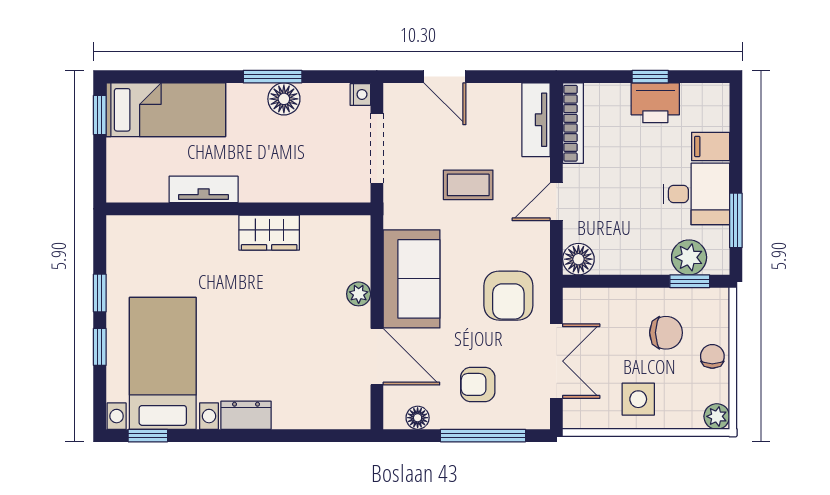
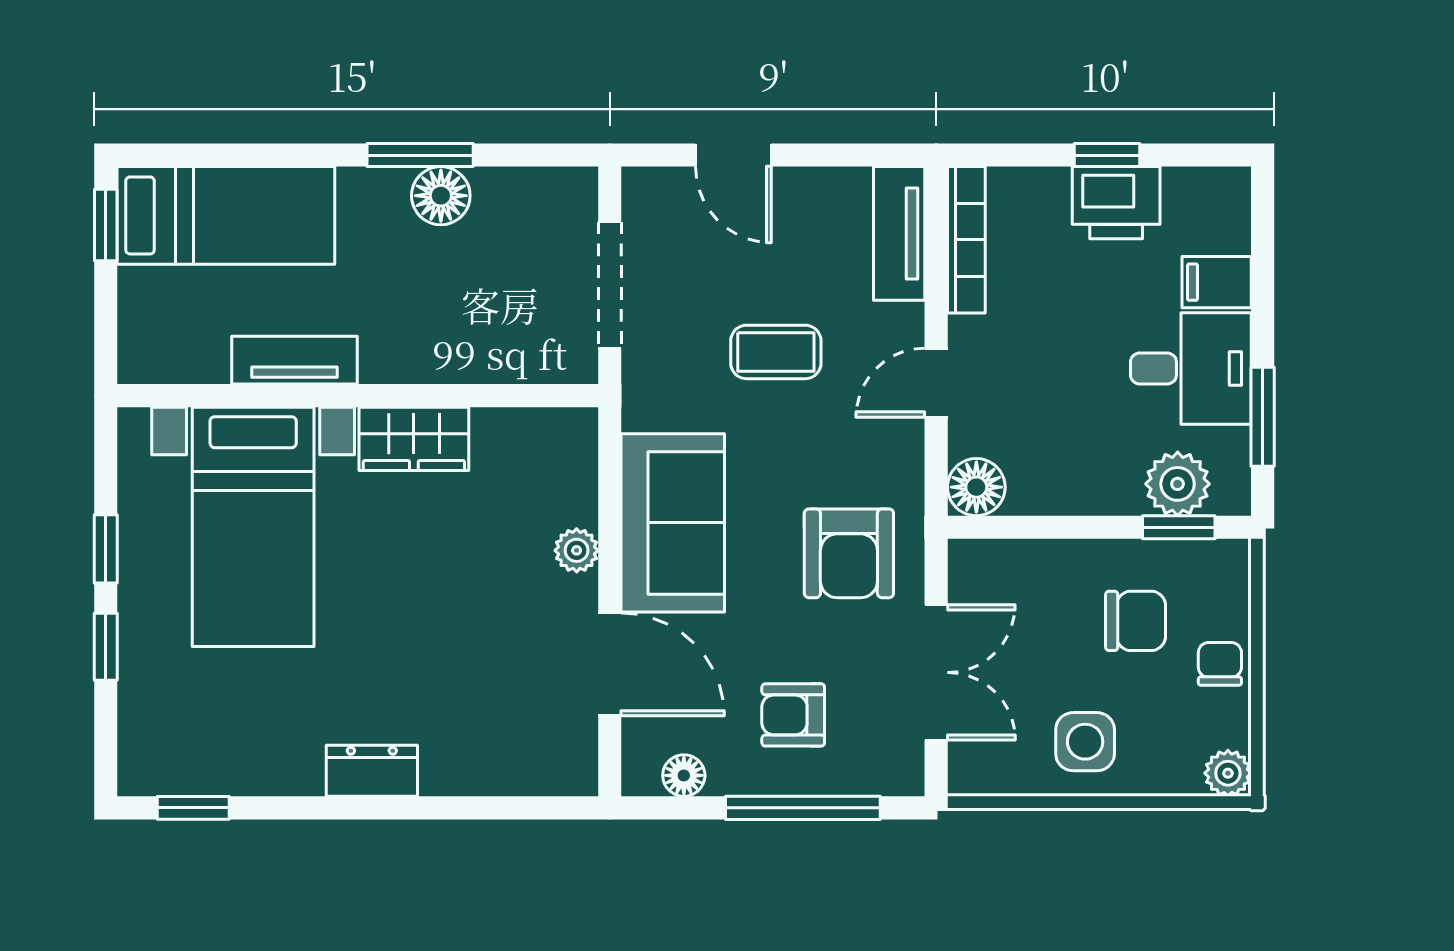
nightstand: (360, 94) -> (580, 188), removed
bed with nightstands: (163, 363) -> (253, 527), moved, turned 180

